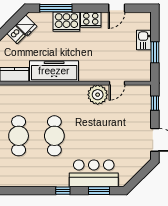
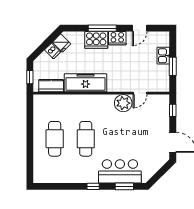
window: (56, 8) -> (102, 28), moved

